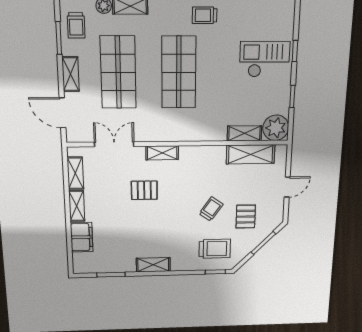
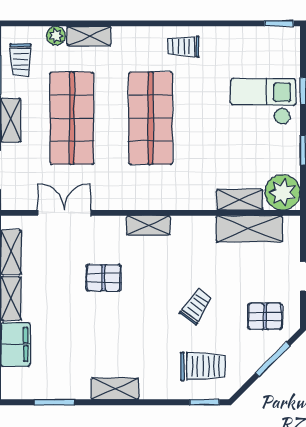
shelving: (162, 153) -> (148, 225), moved
pallet: (246, 217) -> (265, 316), moved, turned 90

